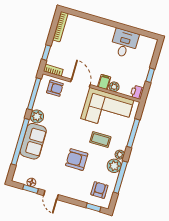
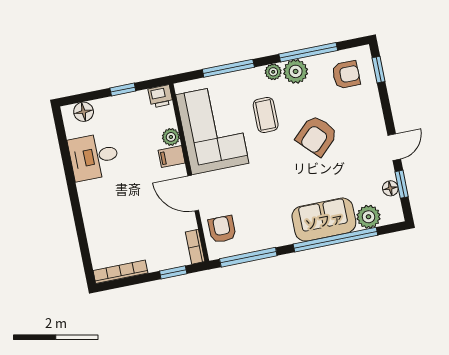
floor lamp: (149, 50) -> (84, 112), added
door: (80, 83) -> (193, 193), hinge flipped
plant: (37, 116) -> (369, 217), moved
armchair: (77, 160) -> (317, 136), turned 46
armchair: (99, 190) -> (346, 75), turned 180

